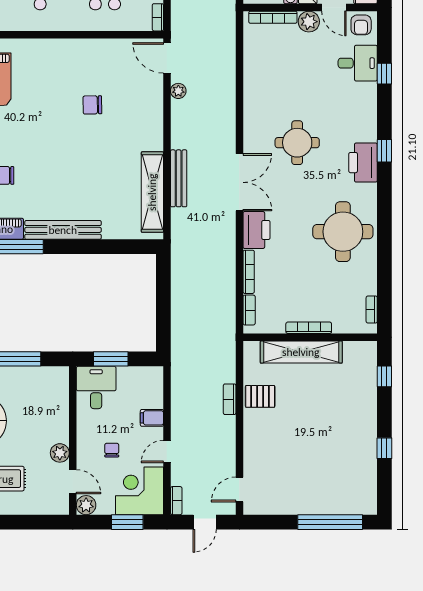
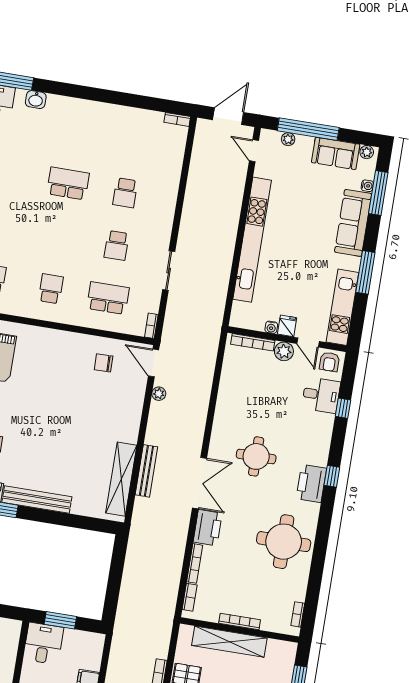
chair: (92, 105) -> (104, 363), moved

